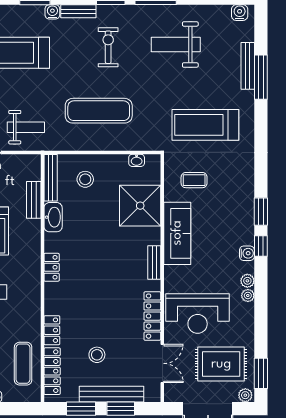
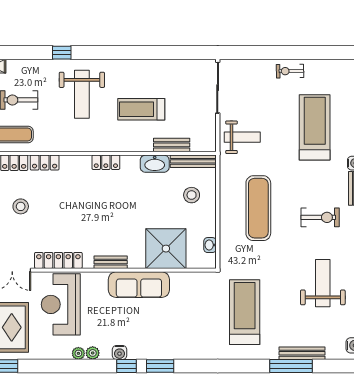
weight bench: (26, 127) -> (242, 137), turned -90
coffee table: (194, 180) -> (191, 301), removed

